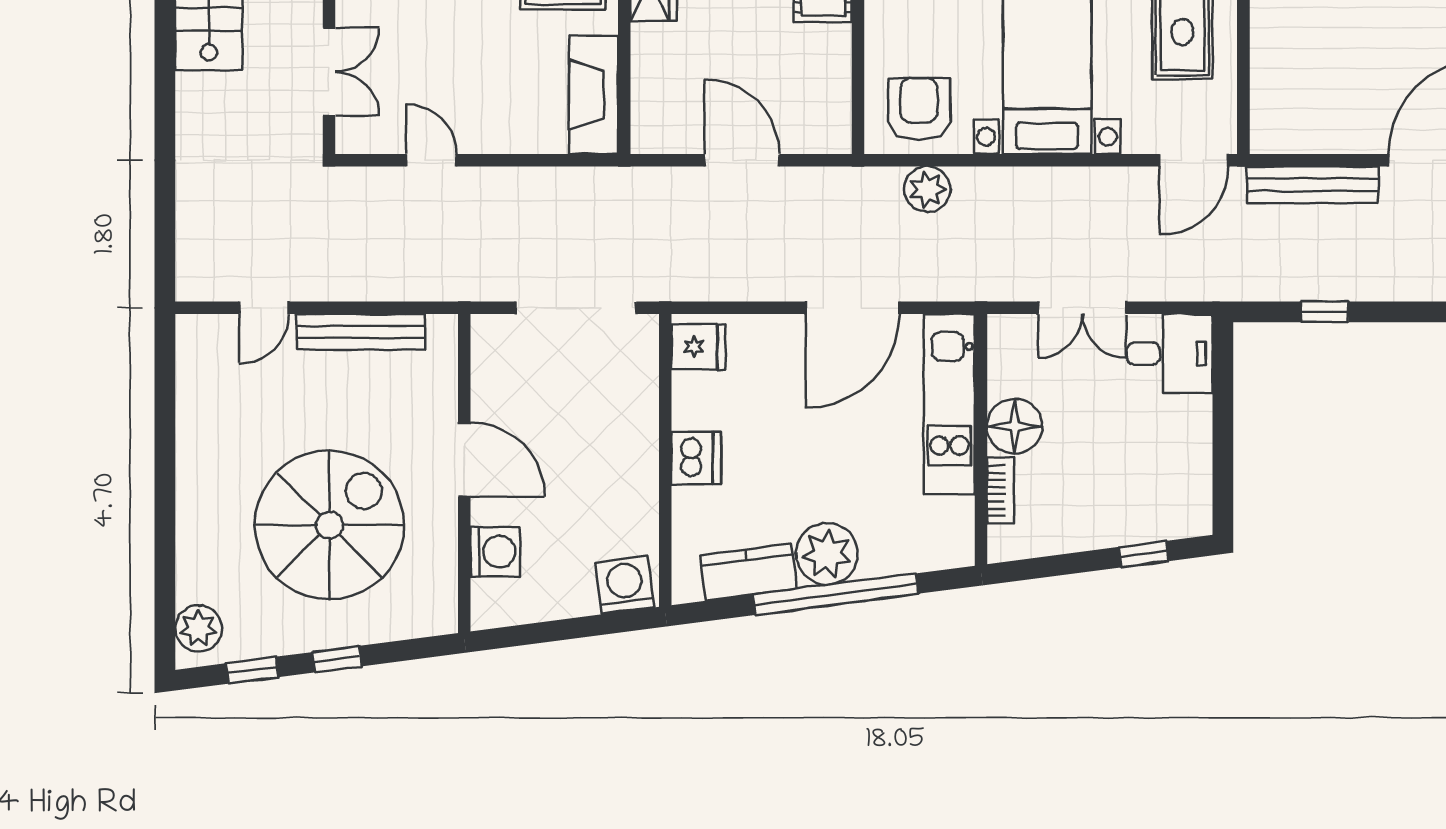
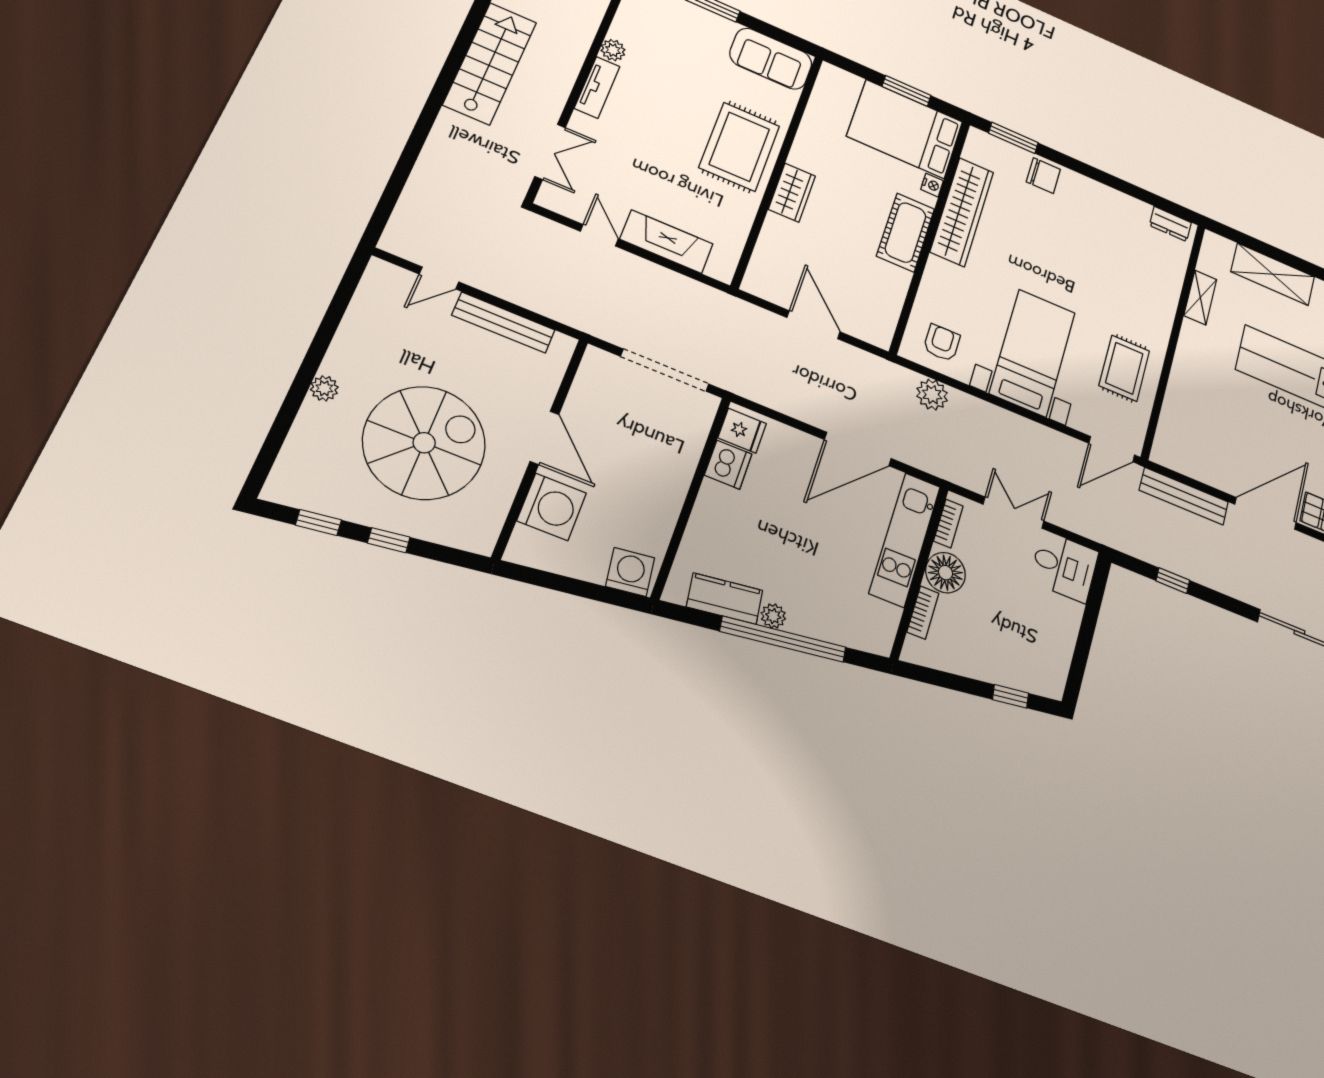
fireplace: (594, 95) -> (666, 242), moved, turned 90
armchair: (919, 109) -> (942, 343), width x0.72, depth x0.72
double door: (1082, 308) -> (1014, 513), swing flipped
bookcase: (1000, 359) -> (948, 523), added
dishwasher: (696, 458) -> (728, 465), moved
washing machine: (495, 552) -> (552, 507), width x1.37, depth x1.37
plant: (827, 554) -> (773, 616), width x0.53, depth x0.53
plant: (198, 628) -> (324, 388), moved, width x0.73, depth x0.73

